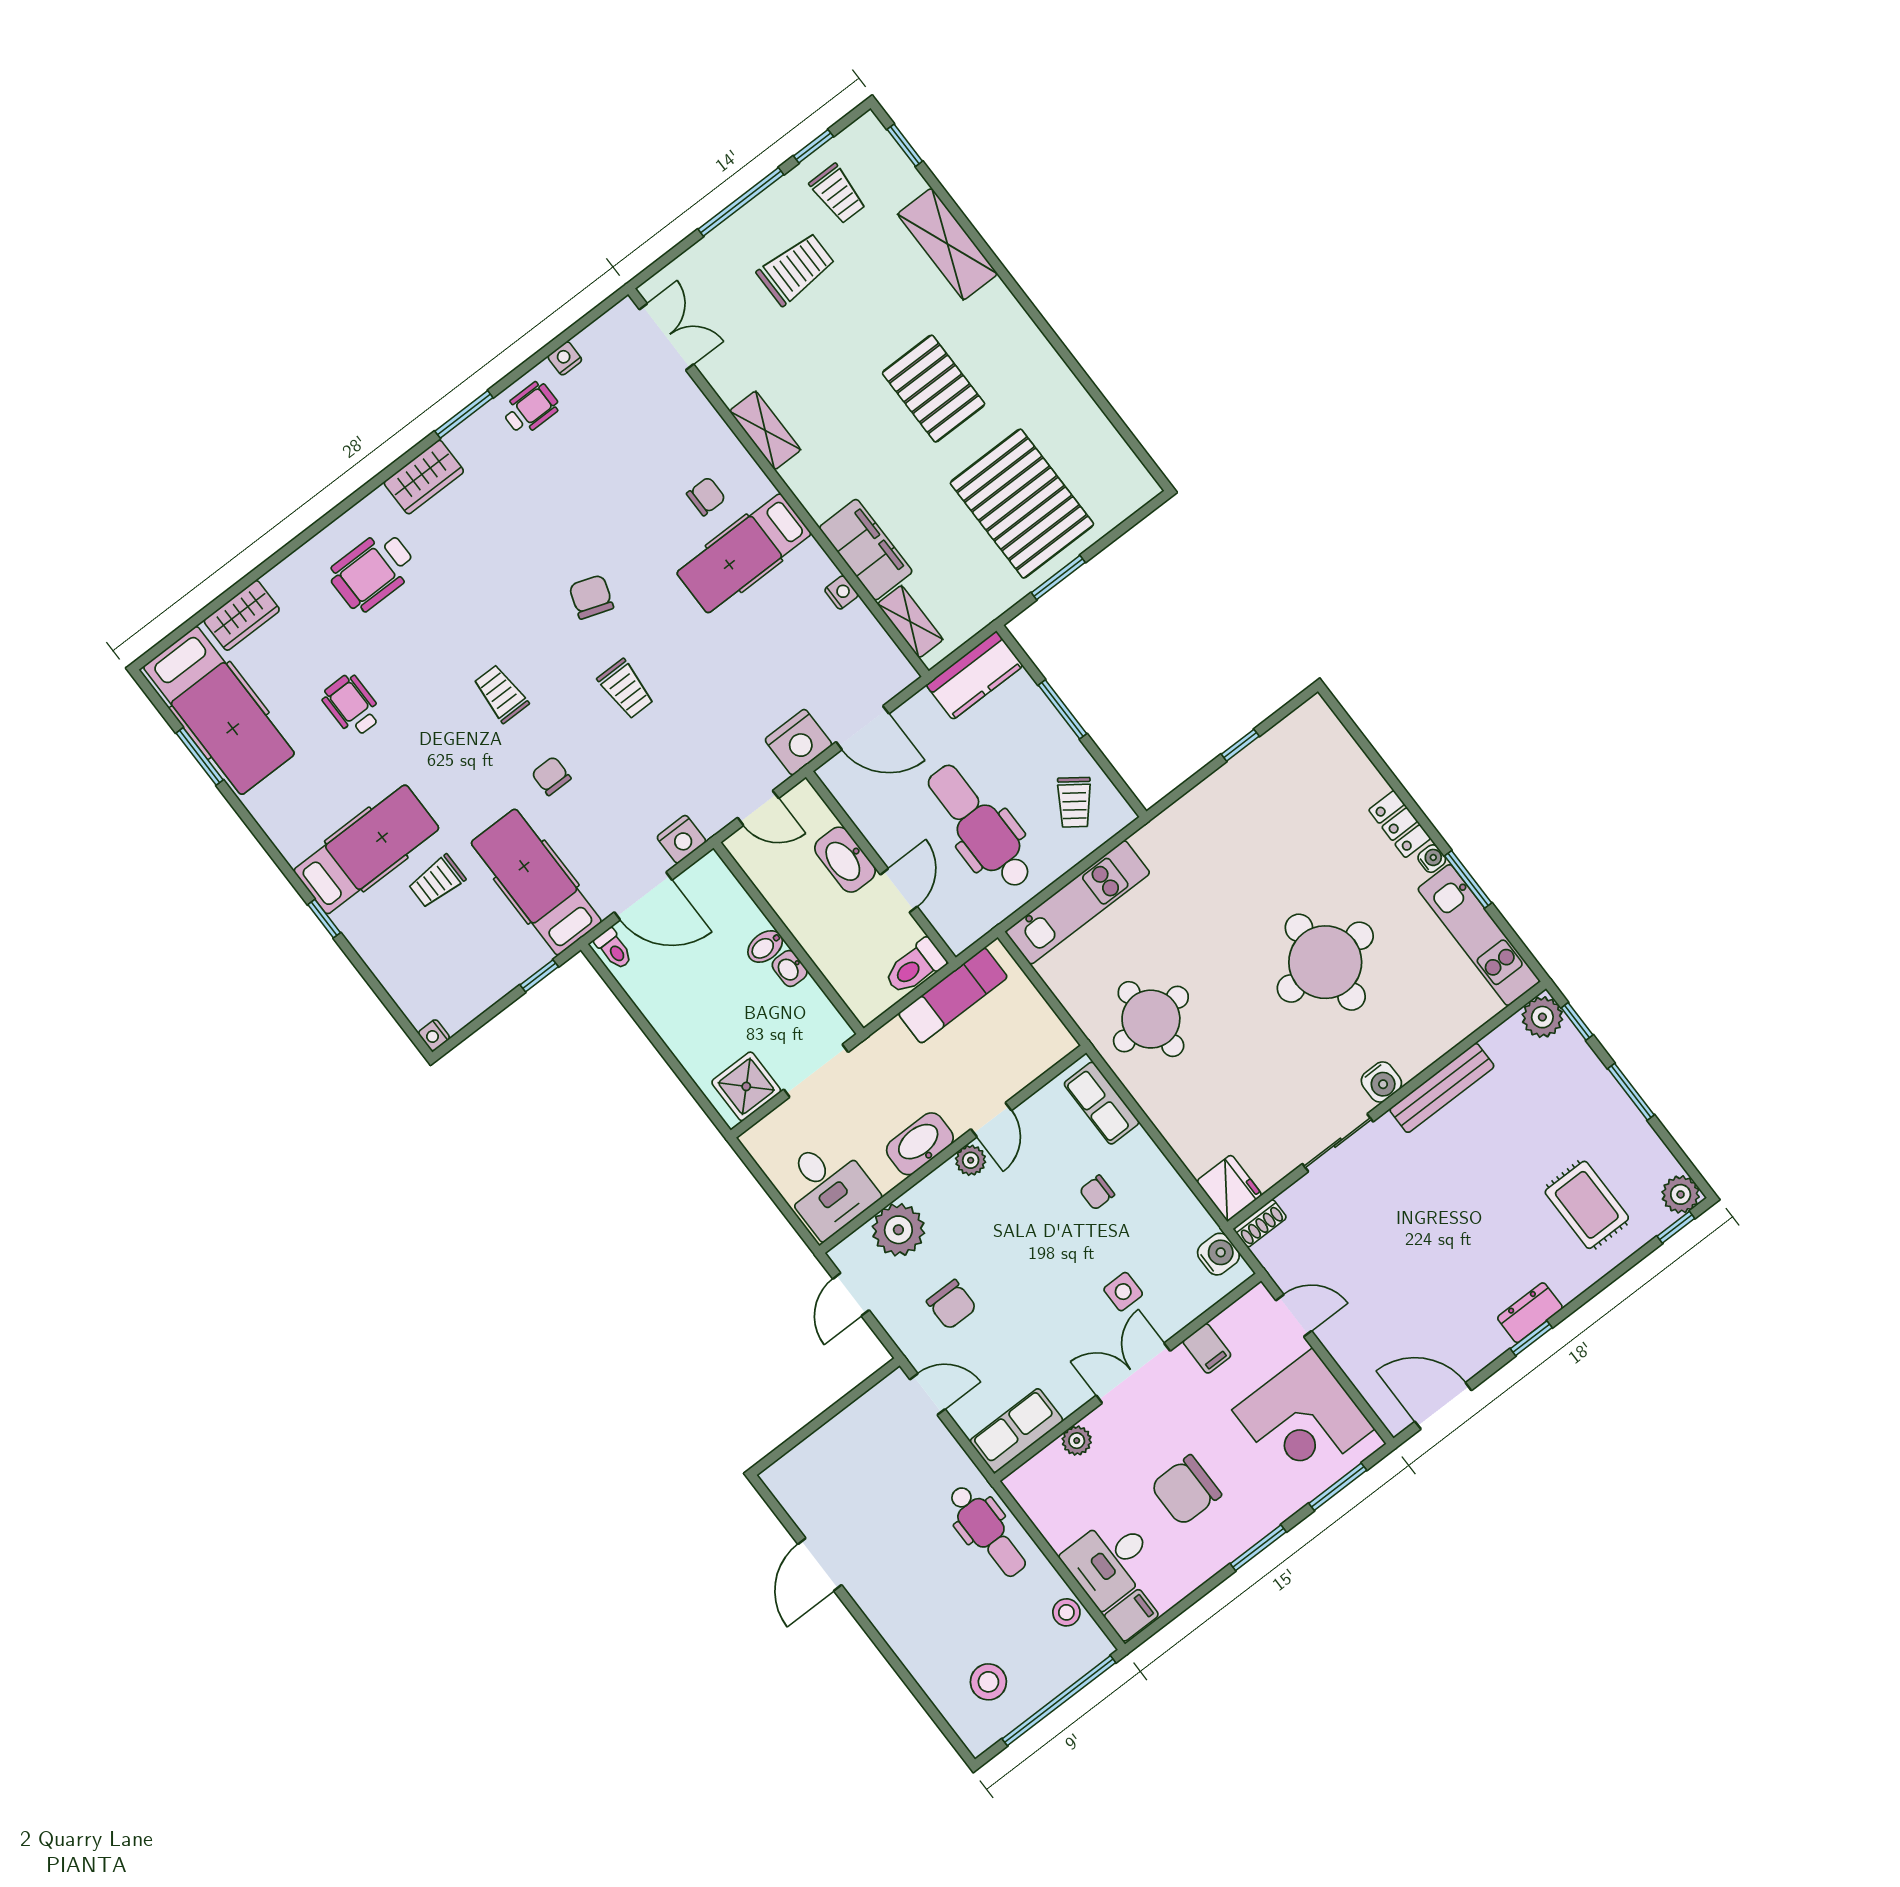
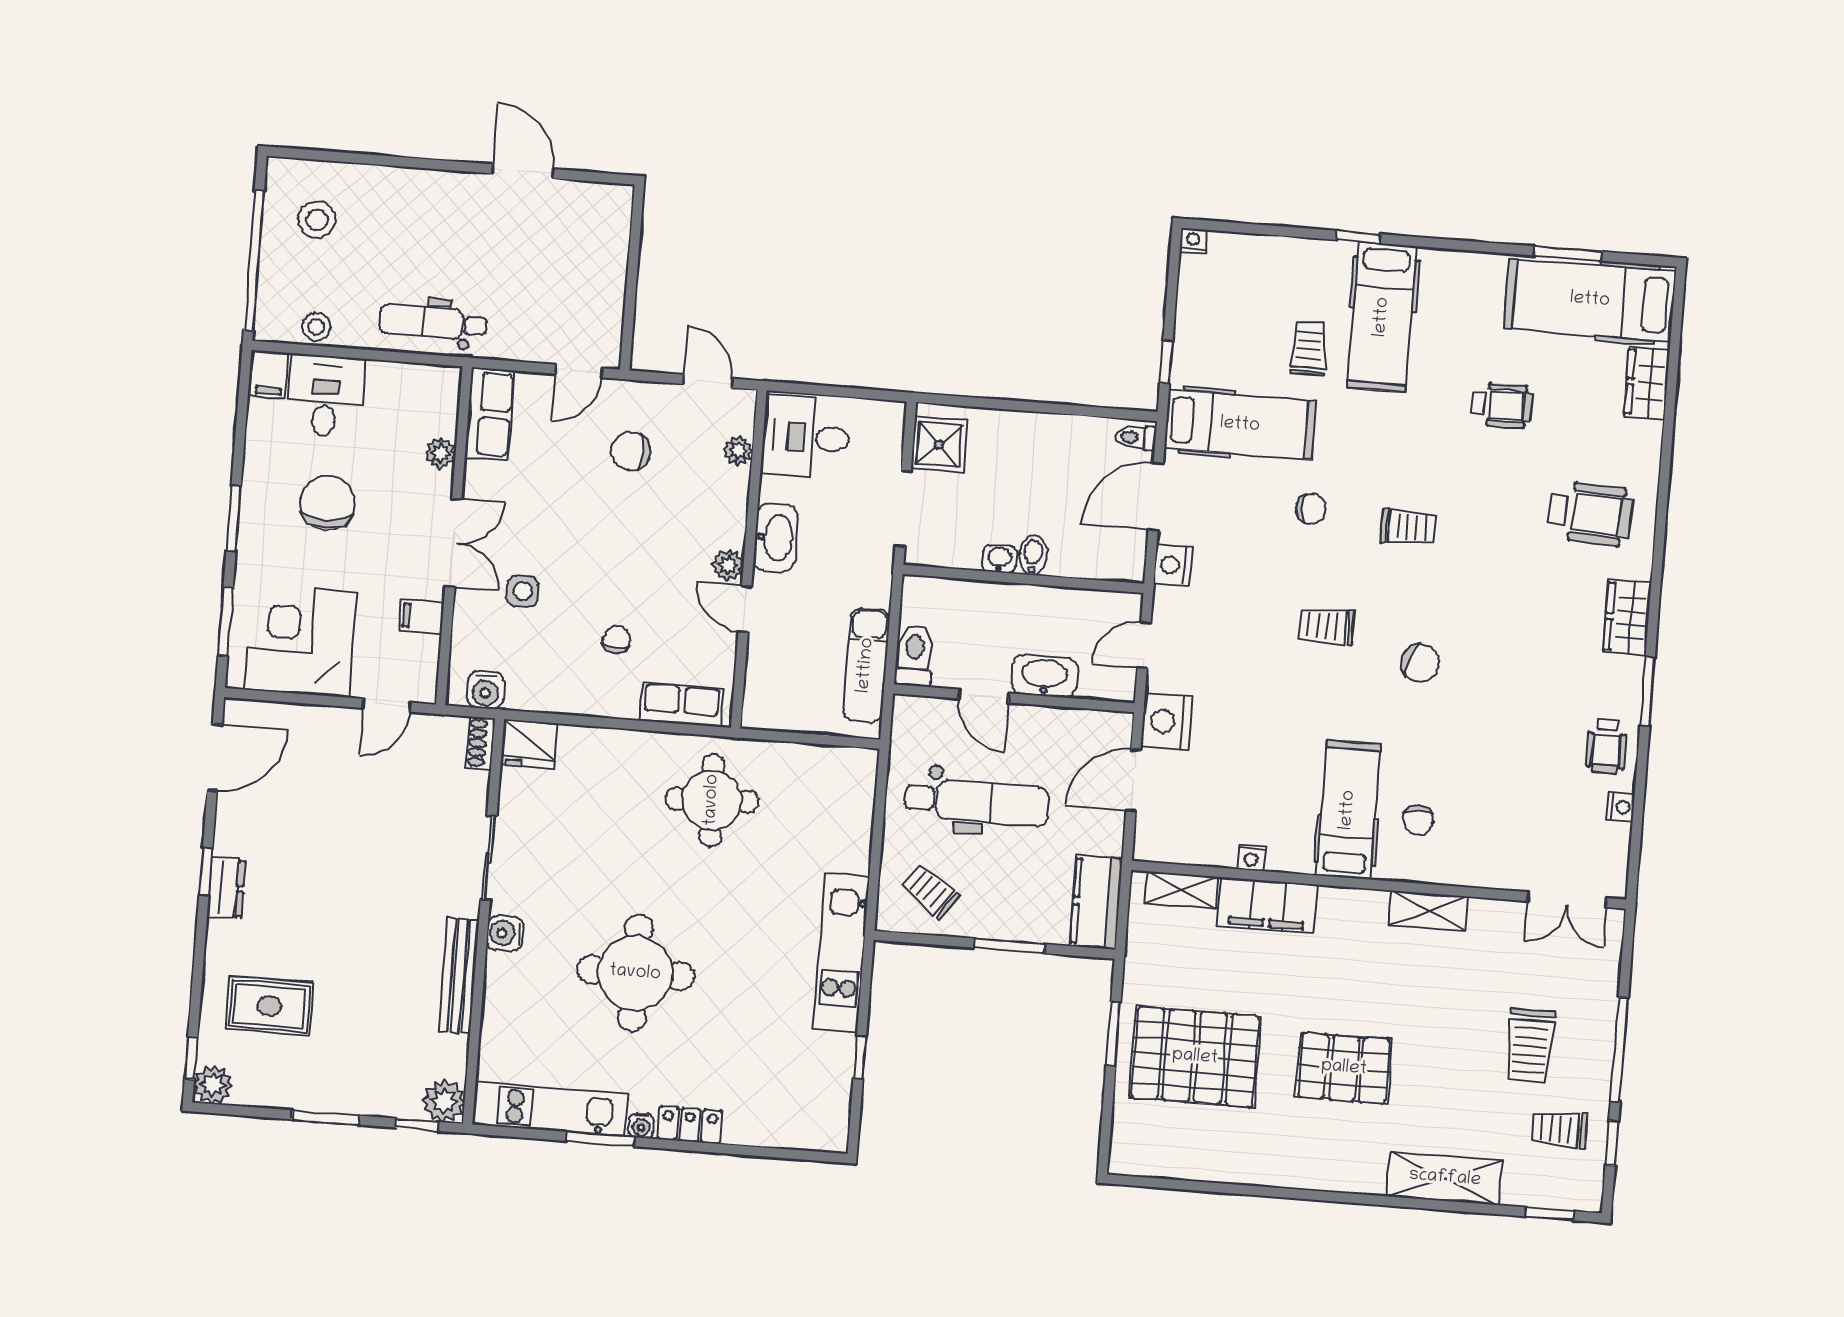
wheelchair: (373, 571) -> (1591, 514), turned 93
kitchen unit: (1078, 902) -> (842, 952), moved
plant: (898, 1230) -> (738, 450), width x0.53, depth x0.53

